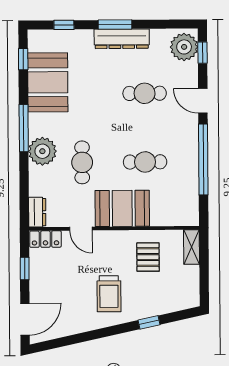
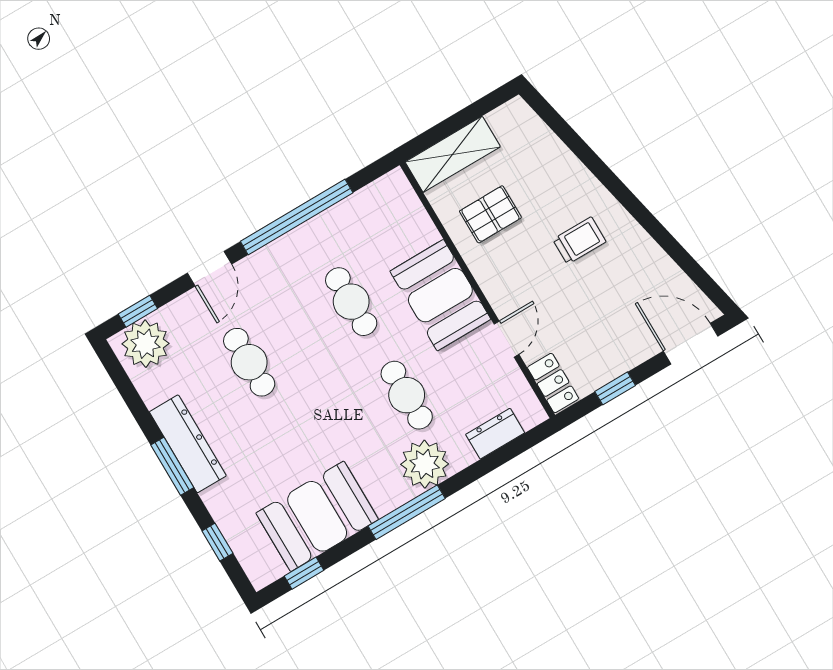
cafe table: (82, 162) -> (407, 395), turned 90
dresser: (37, 212) -> (495, 434), moved
shelving: (192, 247) -> (453, 154), width x1.50, depth x1.33
trolley: (109, 294) -> (579, 241), width x0.73, depth x0.72
window: (149, 322) -> (587, 156), removed

